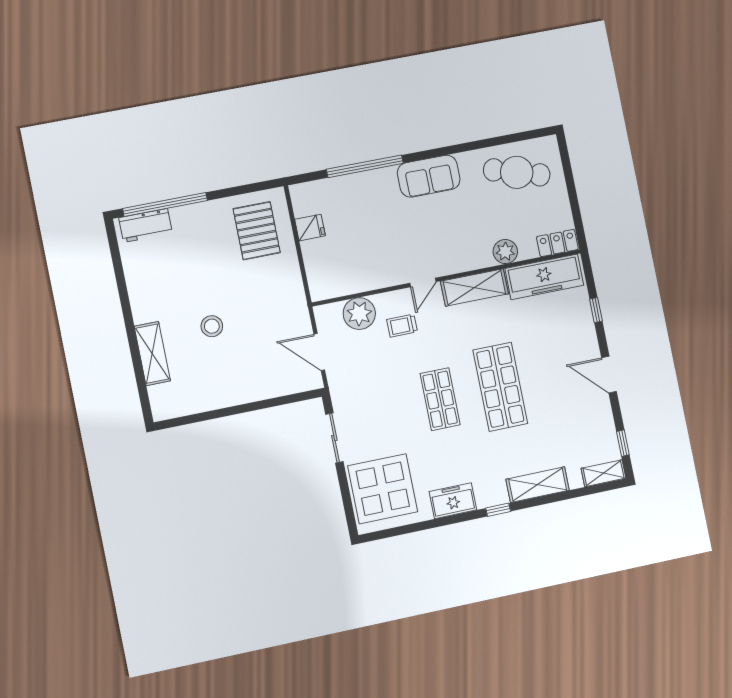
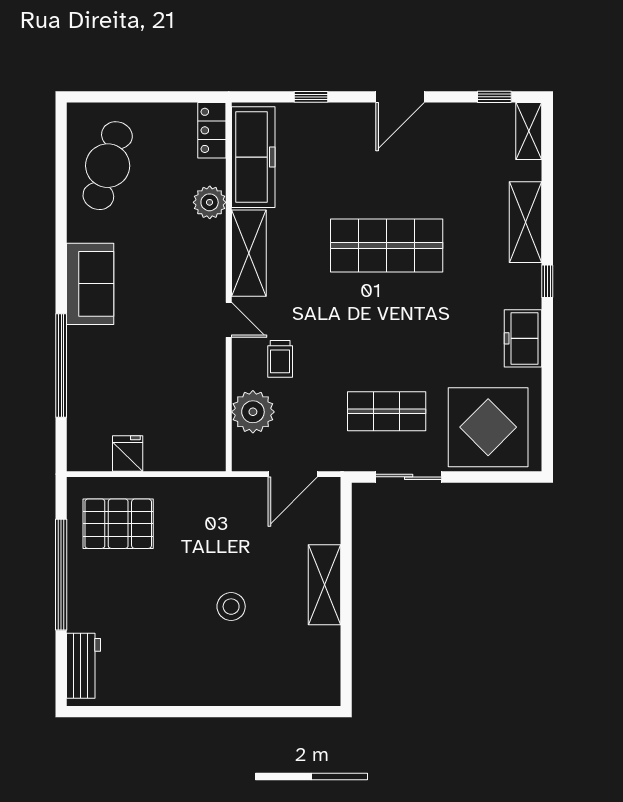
window: (165, 205) -> (61, 575), moved
shelving: (152, 354) -> (324, 585), moved, turned 90
shop shelf: (440, 399) -> (387, 411), moved

